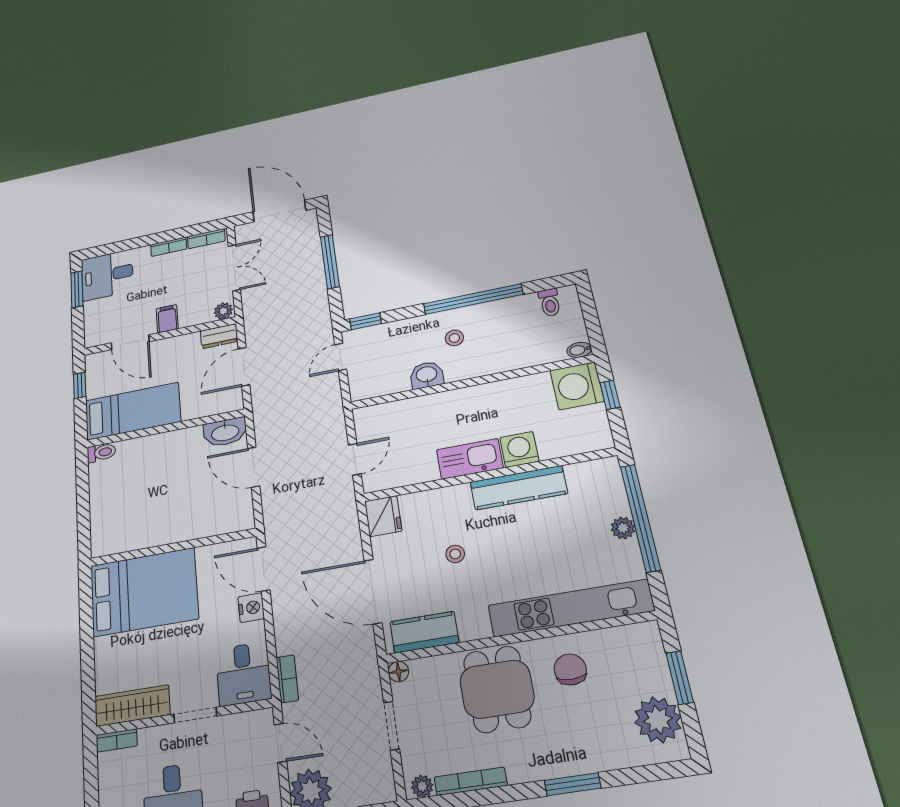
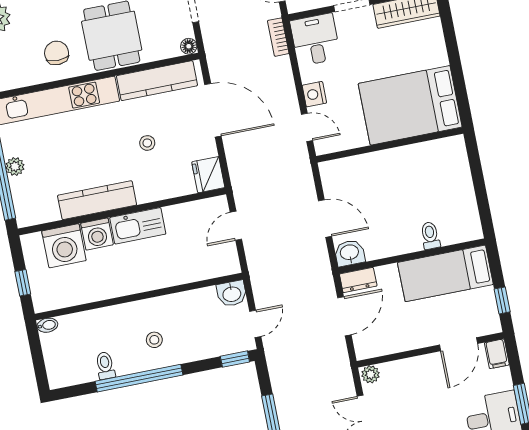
toilet: (550, 303) -> (105, 366), moved
filing cabinet: (167, 319) -> (497, 354), moved
dresser: (219, 336) -> (358, 280), moved, turned 180
door: (130, 342) -> (459, 344), swing flipped
washbasin: (427, 375) -> (232, 294), moved
washing machine: (577, 386) -> (64, 246), moved, turned 90
washbasin: (225, 432) -> (350, 253), width x0.72
toilet: (101, 453) -> (430, 235), moved, turned 90
door: (264, 569) -> (307, 127), width x0.73
kitchen counter: (424, 632) -> (157, 81), width x1.50
chair: (570, 669) -> (57, 53), turned 180

